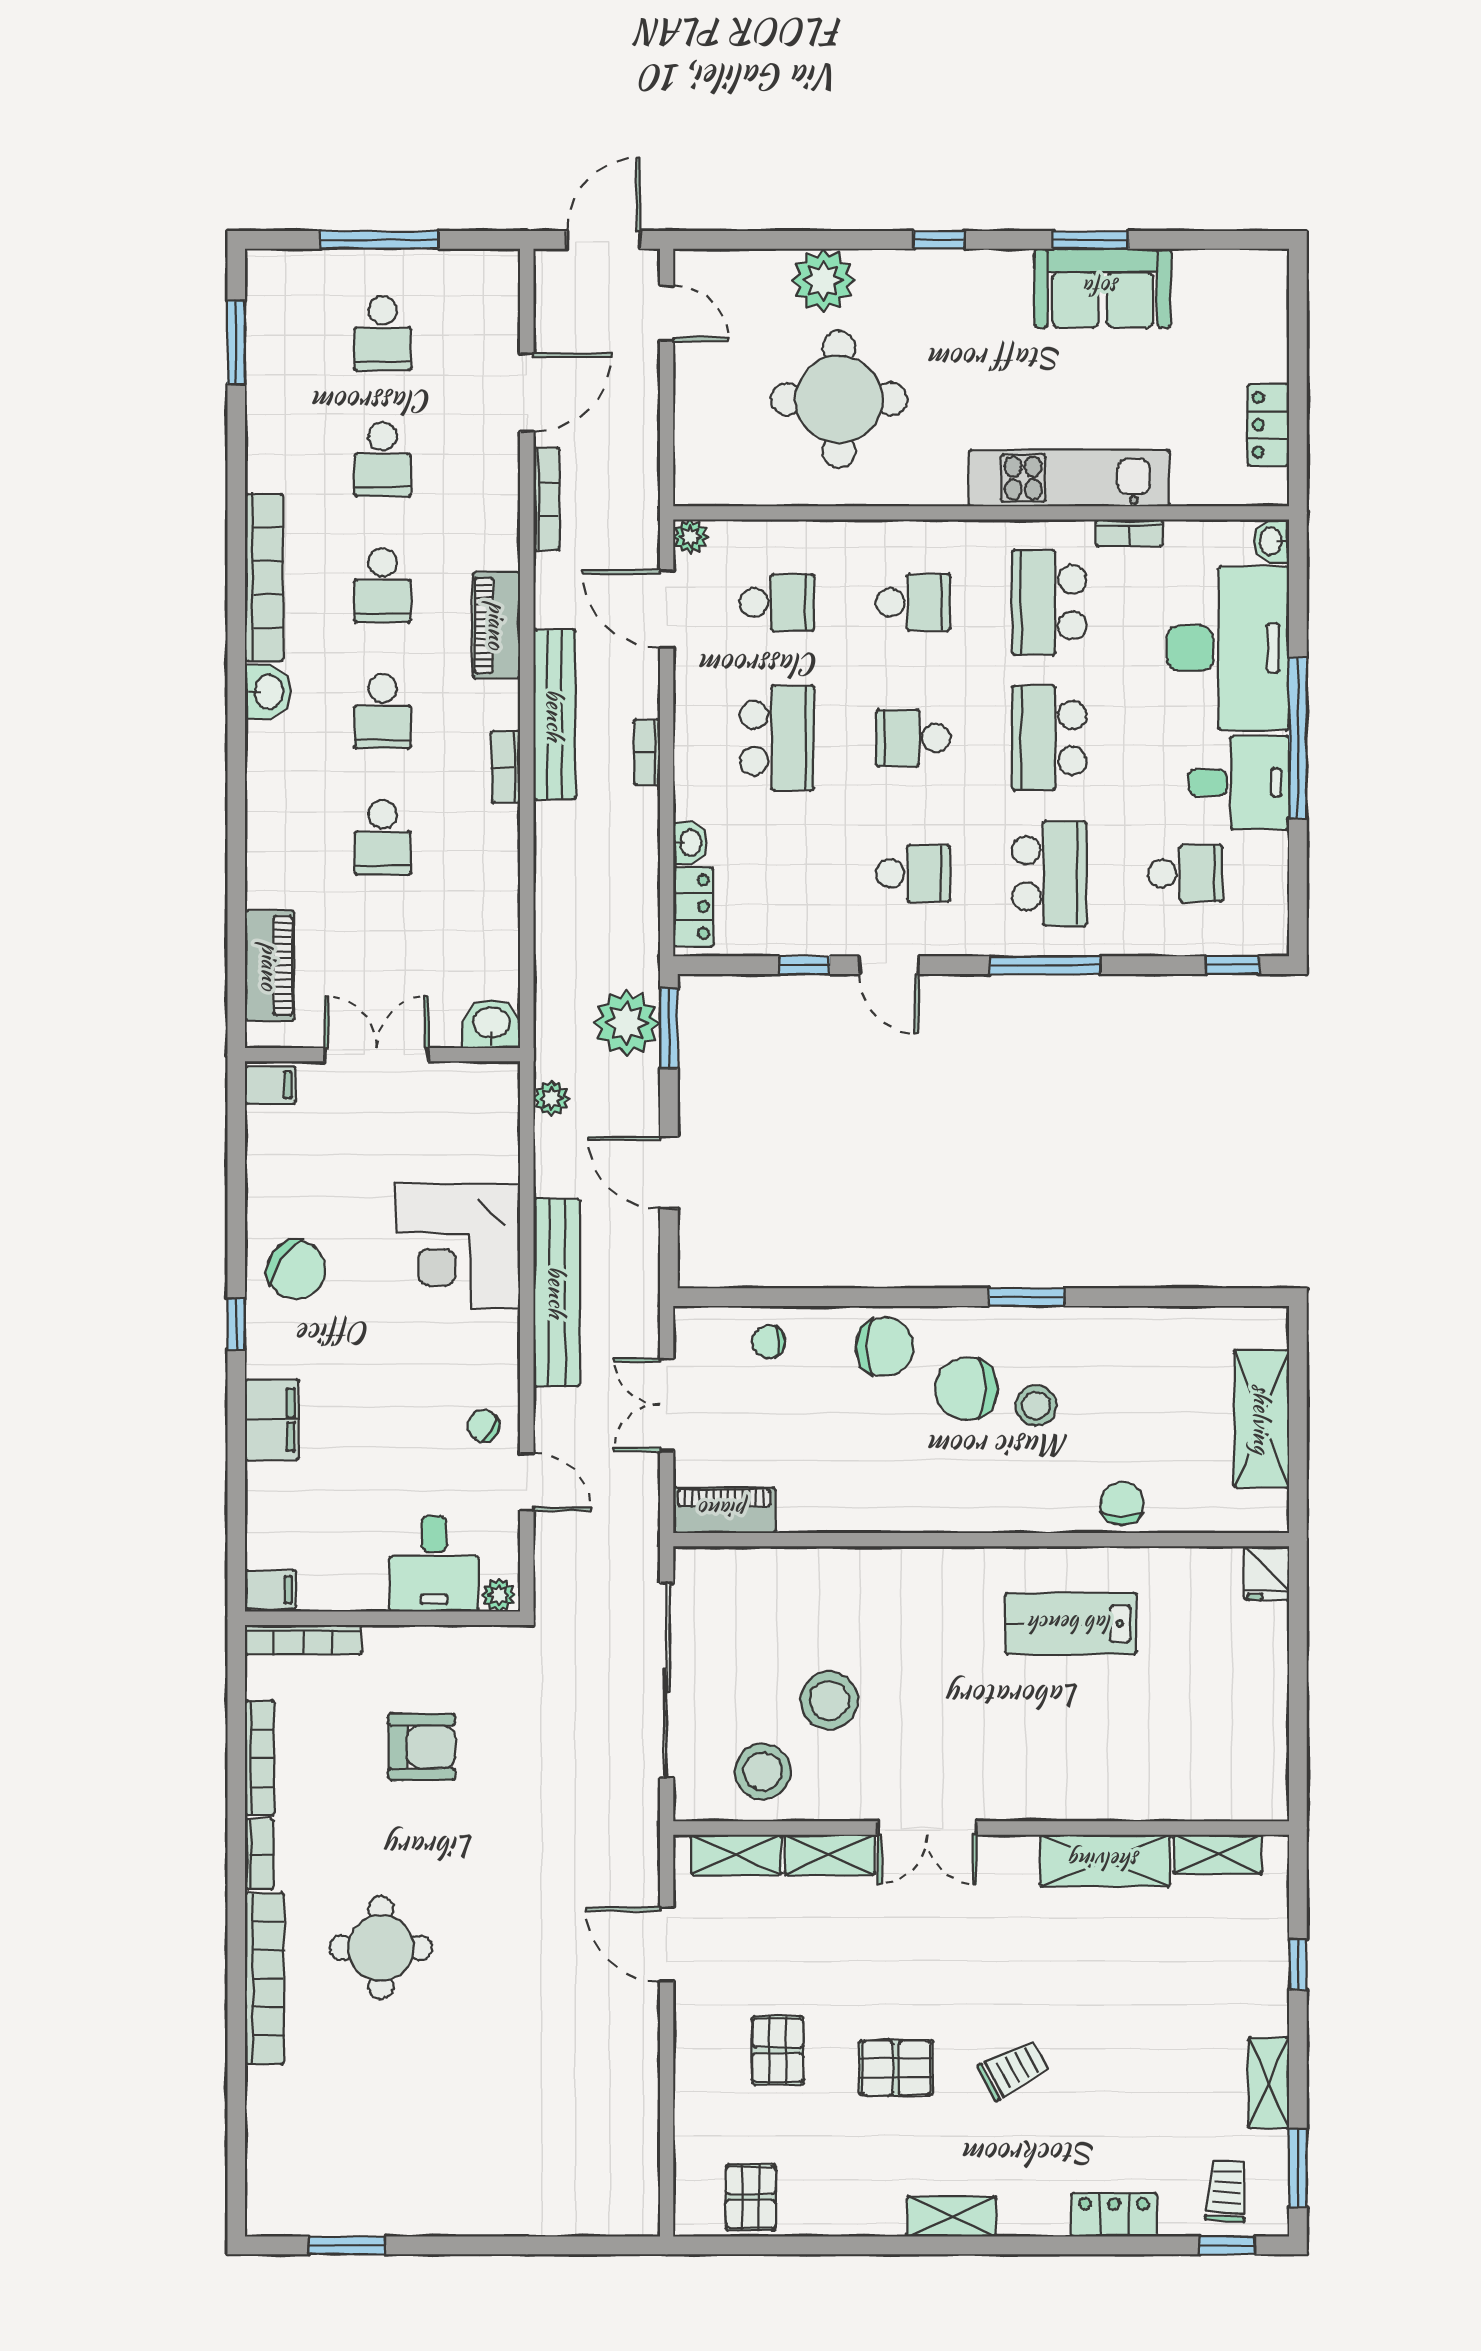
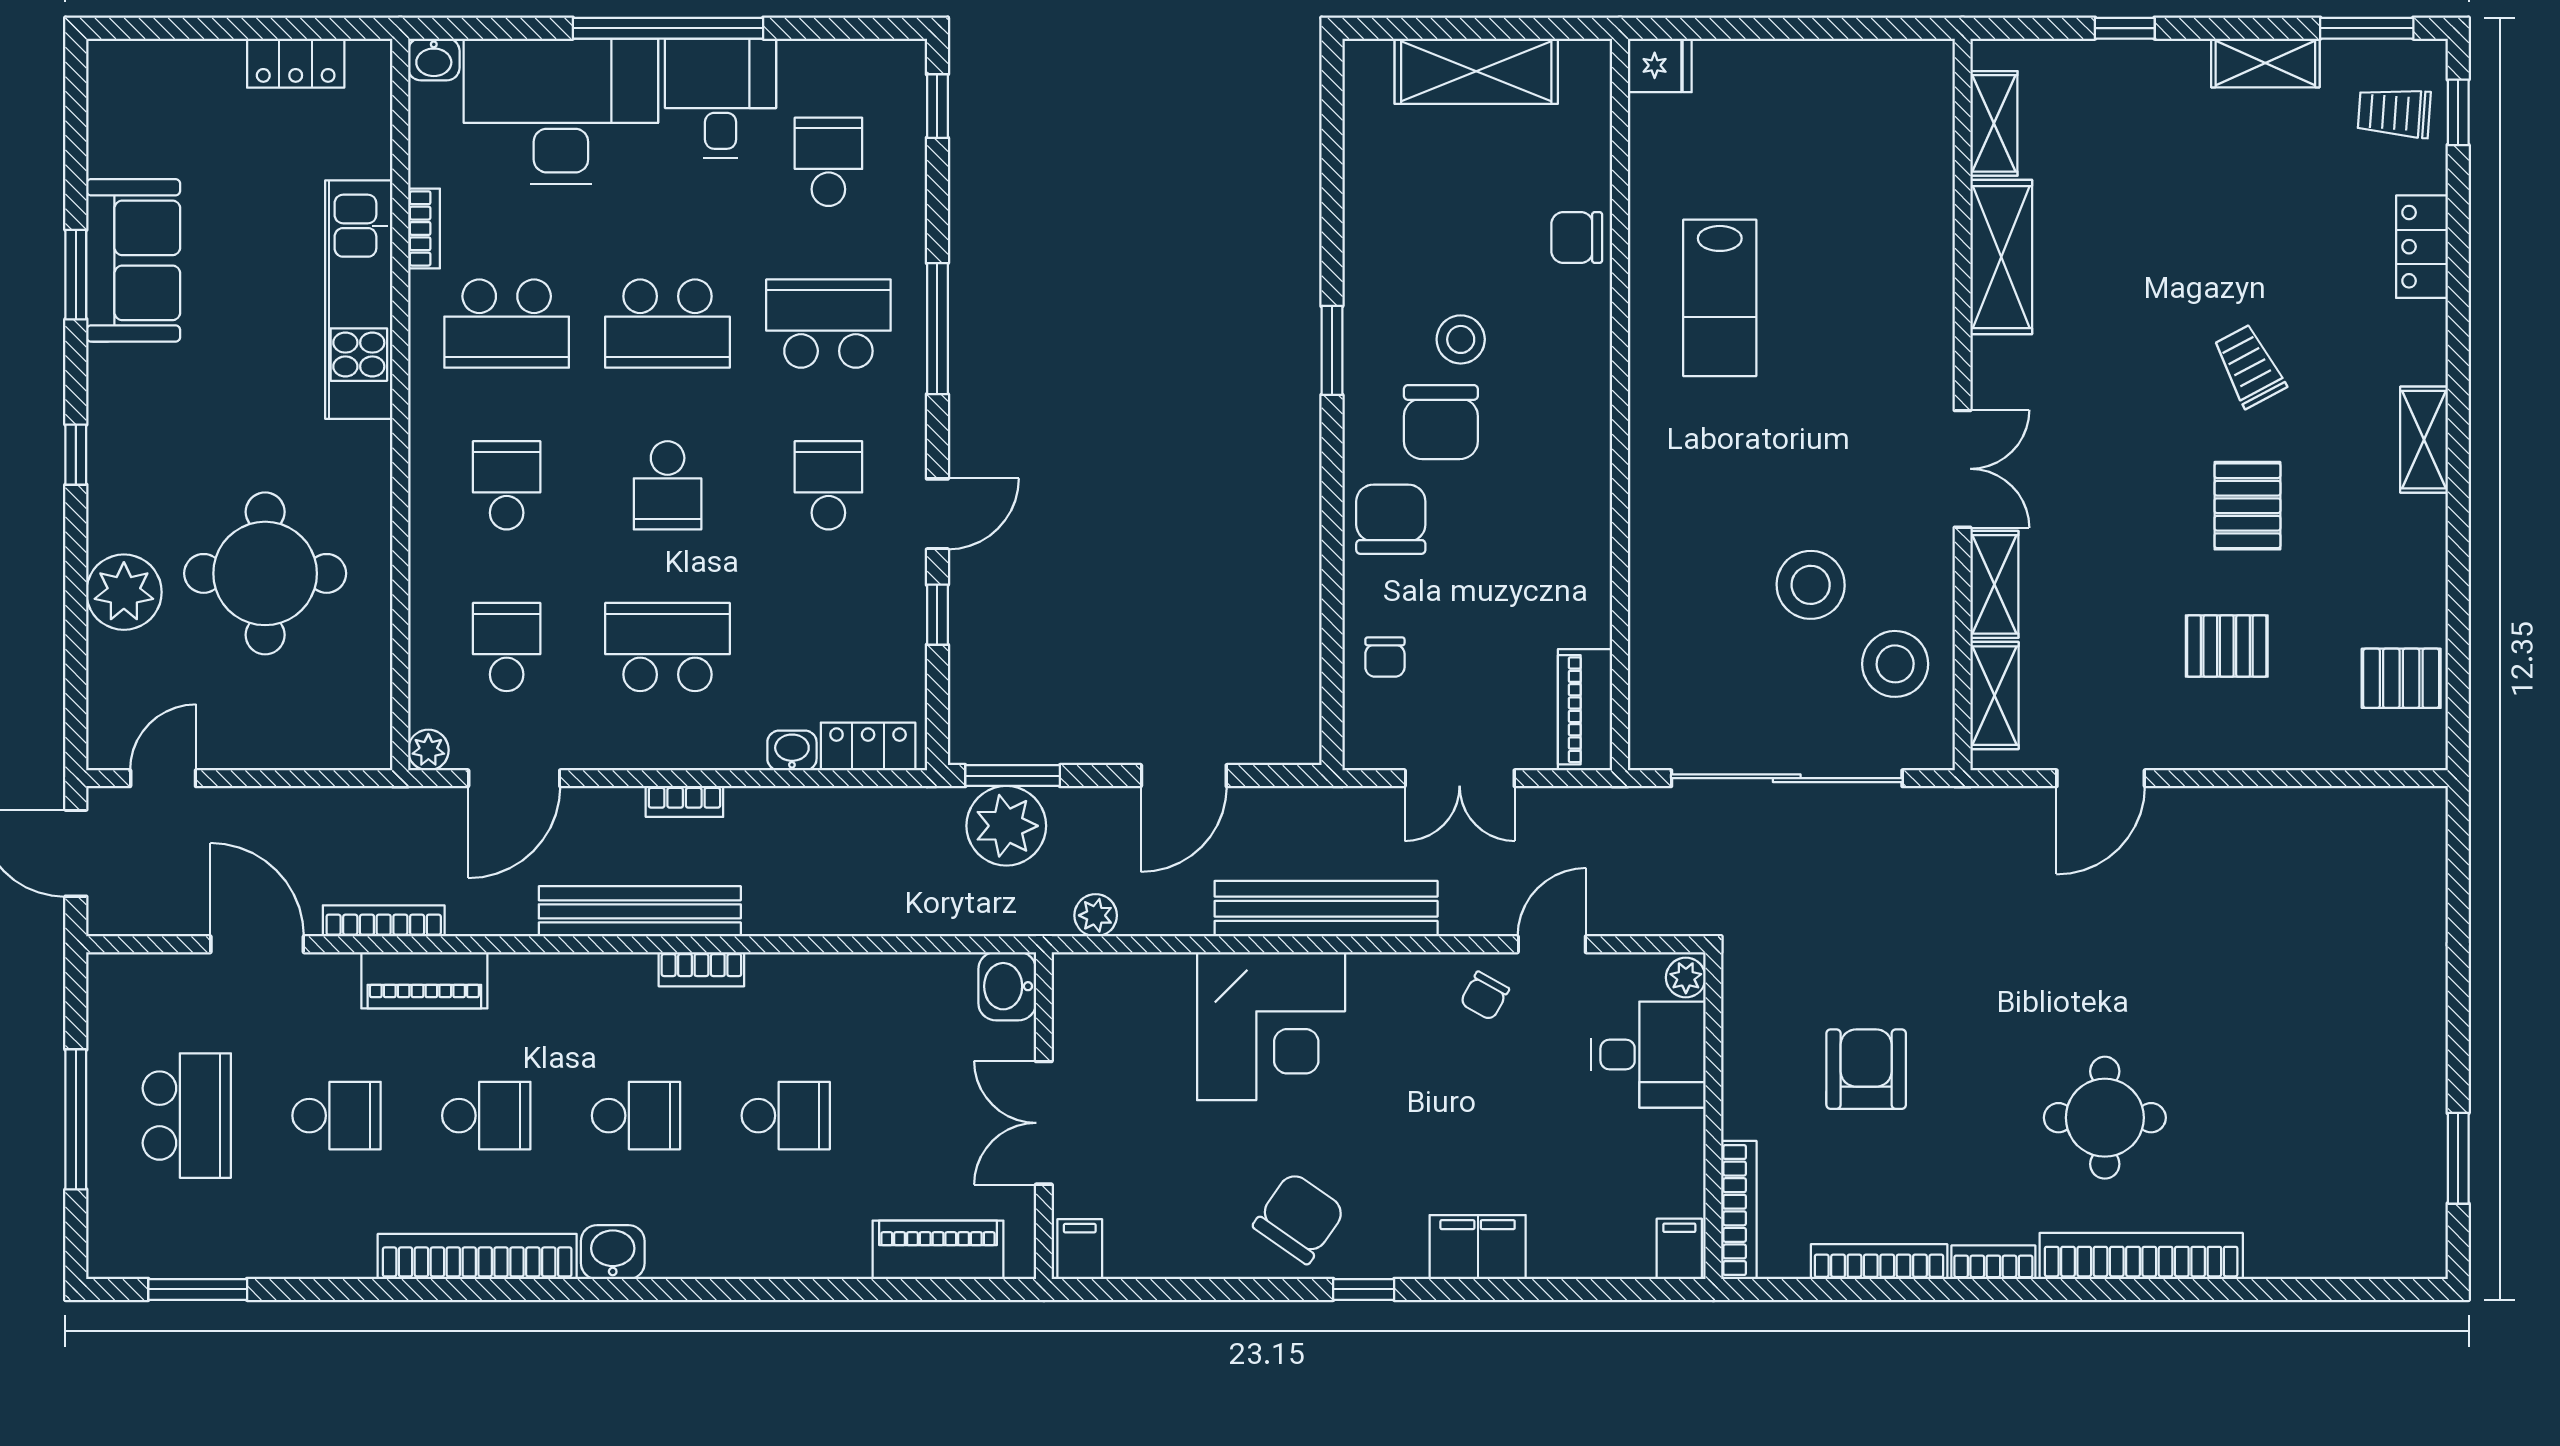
school desk: (383, 333) -> (187, 1116), width x1.85
piano: (497, 625) -> (424, 980), moved

